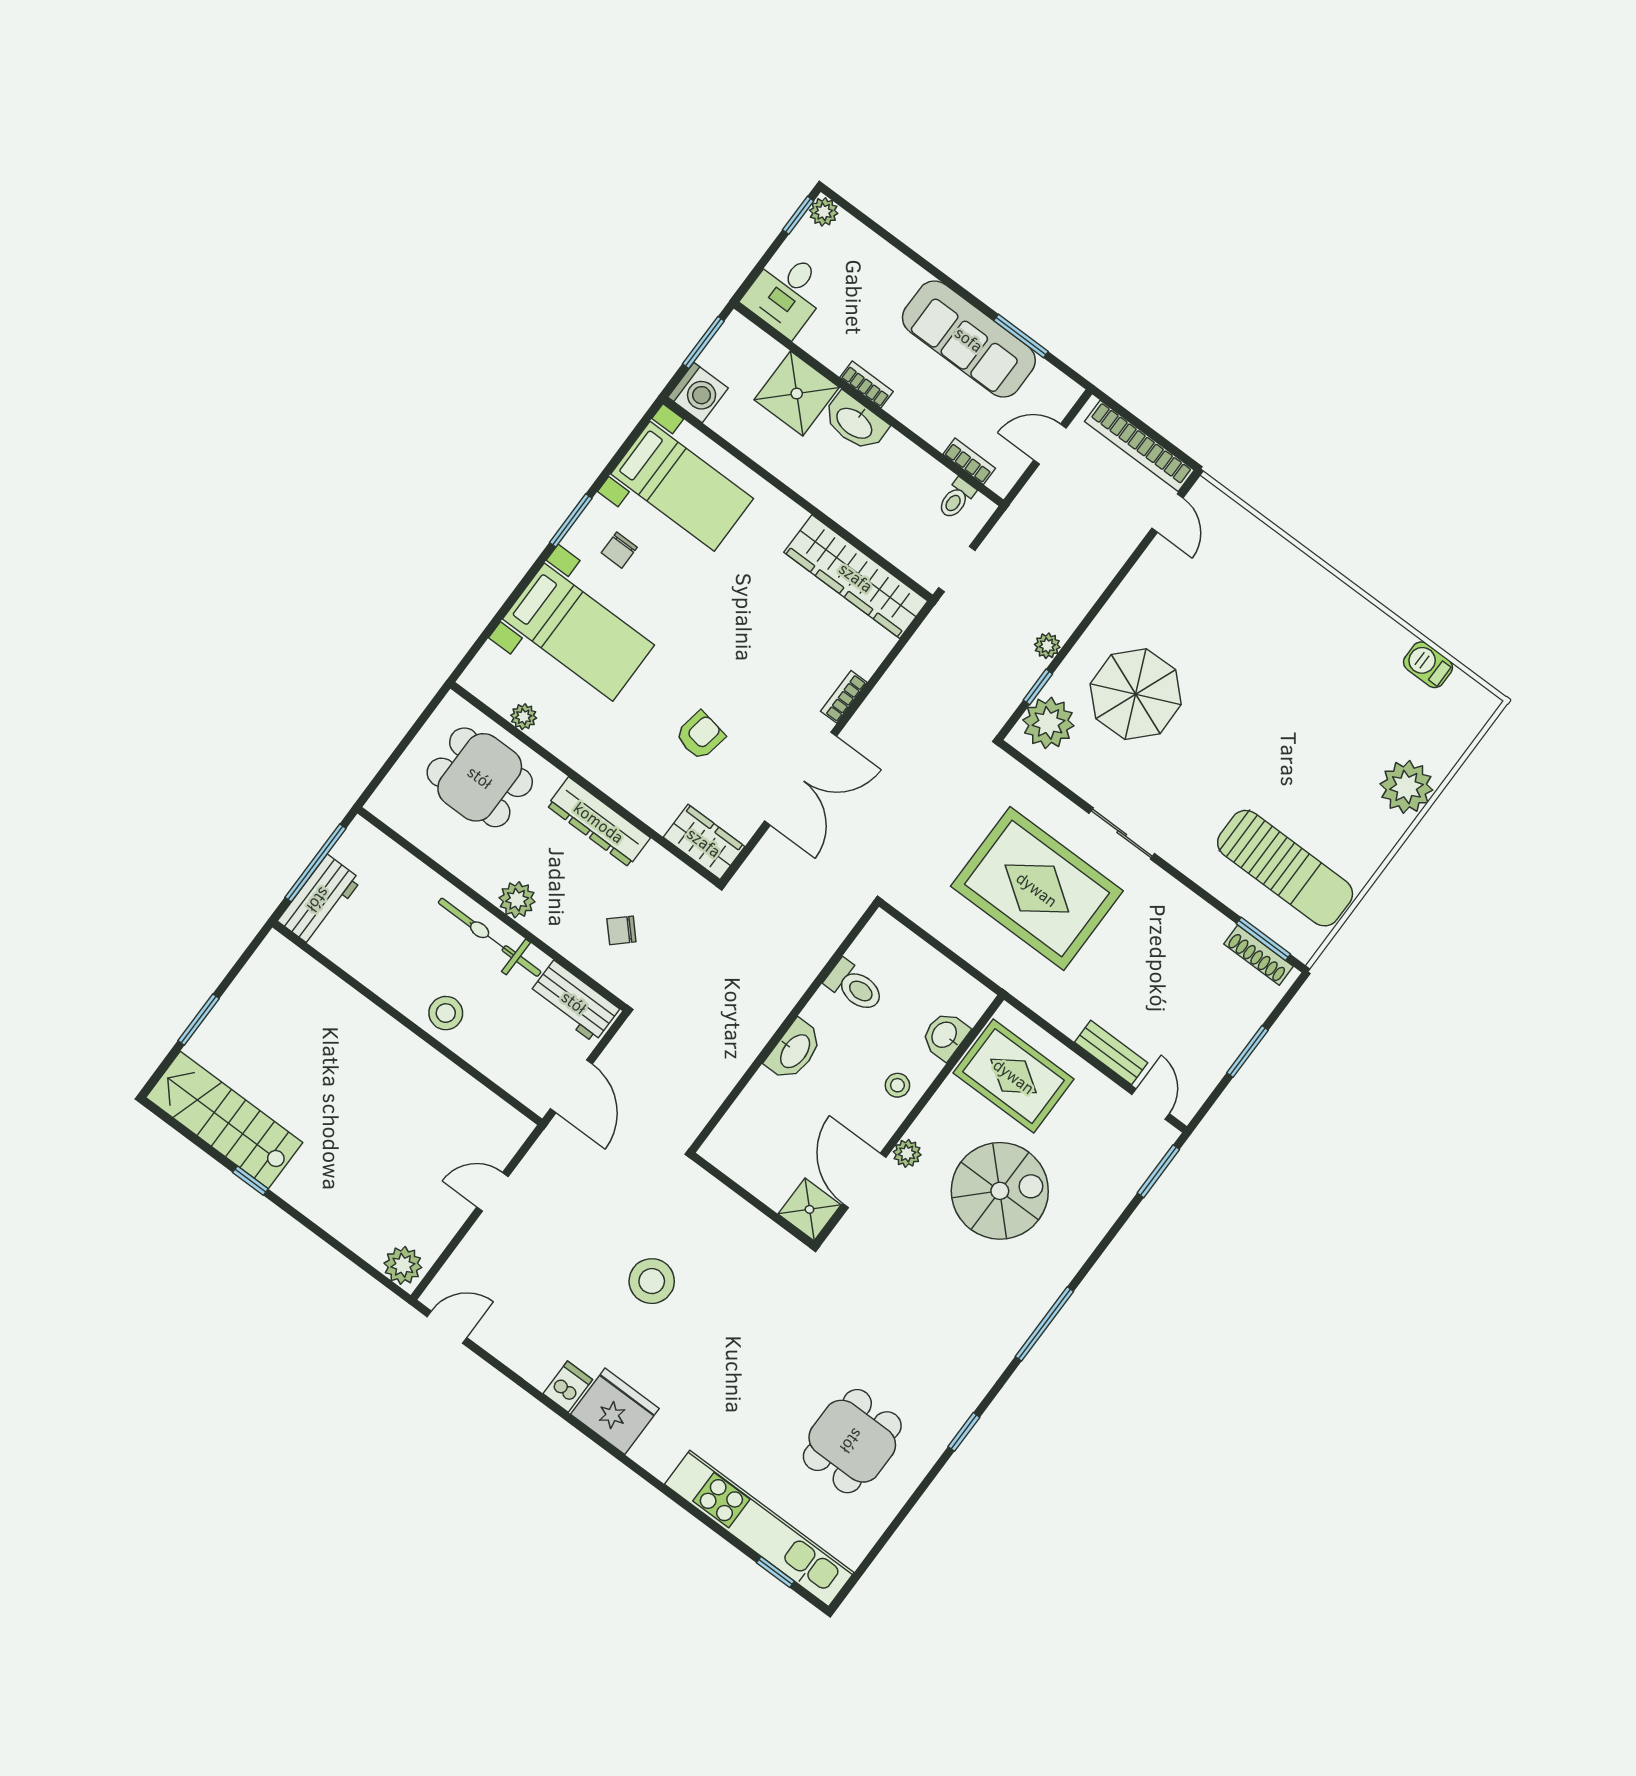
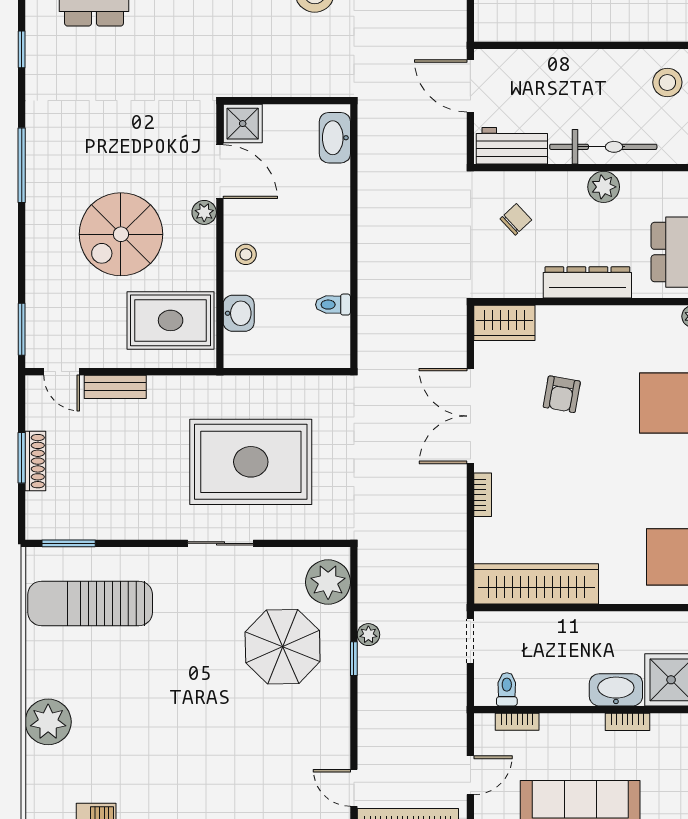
window: (1038, 687) -> (354, 659), moved
shoe rack: (1259, 955) -> (35, 461), moved, turned 90
toilet: (855, 986) -> (333, 305), width x0.73, depth x0.72
stool: (446, 1013) -> (667, 82), moved
washbasin: (794, 1051) -> (335, 138), moved

